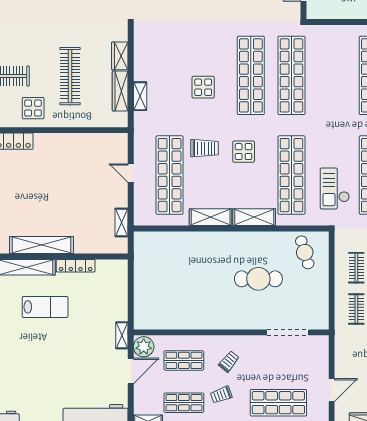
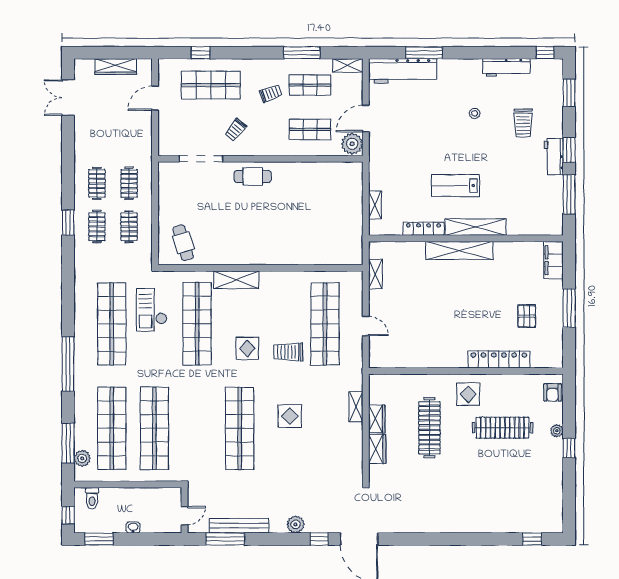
shop shelf: (291, 75) -> (154, 428), moved
wardrobe: (120, 91) -> (377, 419), width x0.67
checkout: (335, 188) -> (152, 310), turned 180
shelving: (211, 217) -> (282, 280), removed
cafe table: (258, 279) -> (253, 176), moved, width x0.73, depth x0.74
shelving: (122, 335) -> (375, 205), moved
trolley: (229, 362) -> (235, 130), moved
stool: (27, 376) -> (475, 113), added

